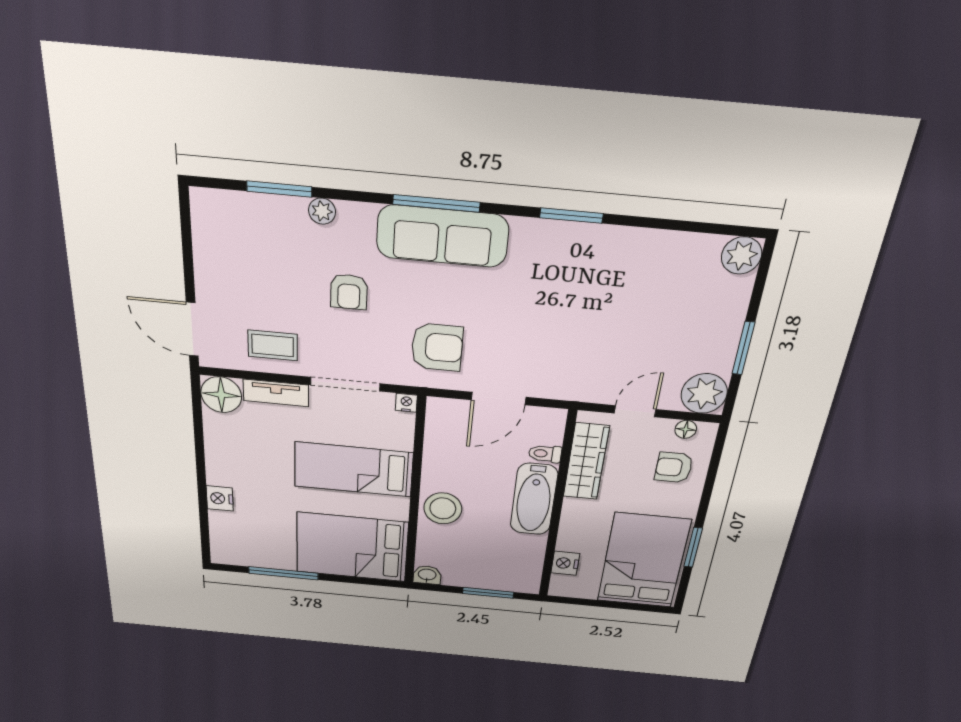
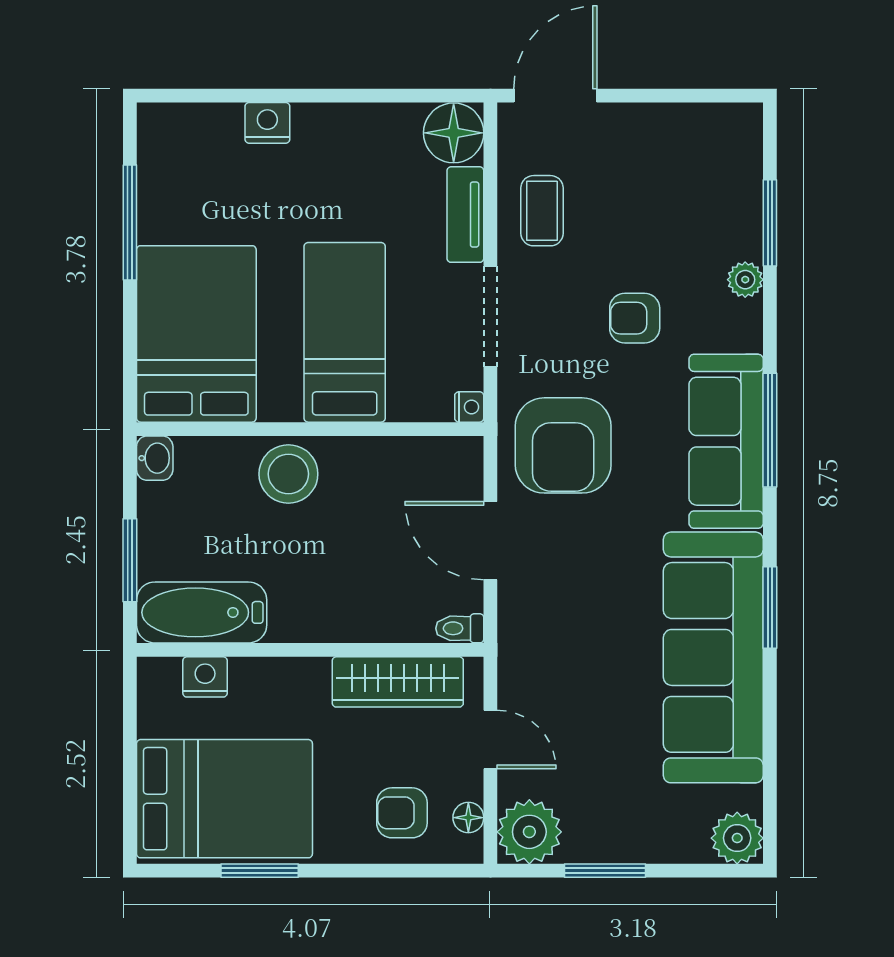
sofa: (603, 260) -> (713, 657), added
armchair: (437, 347) -> (563, 445), width x1.36, depth x1.36
toilet: (545, 454) -> (460, 628), moved, turned -90
armchair: (674, 467) -> (402, 813), turned -90
bathtub: (534, 499) -> (202, 612), moved

